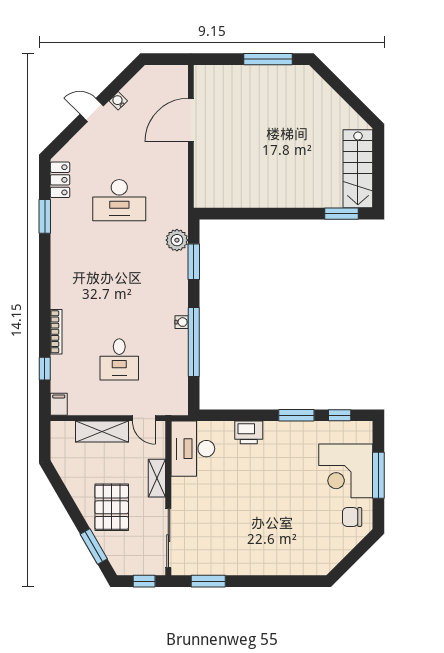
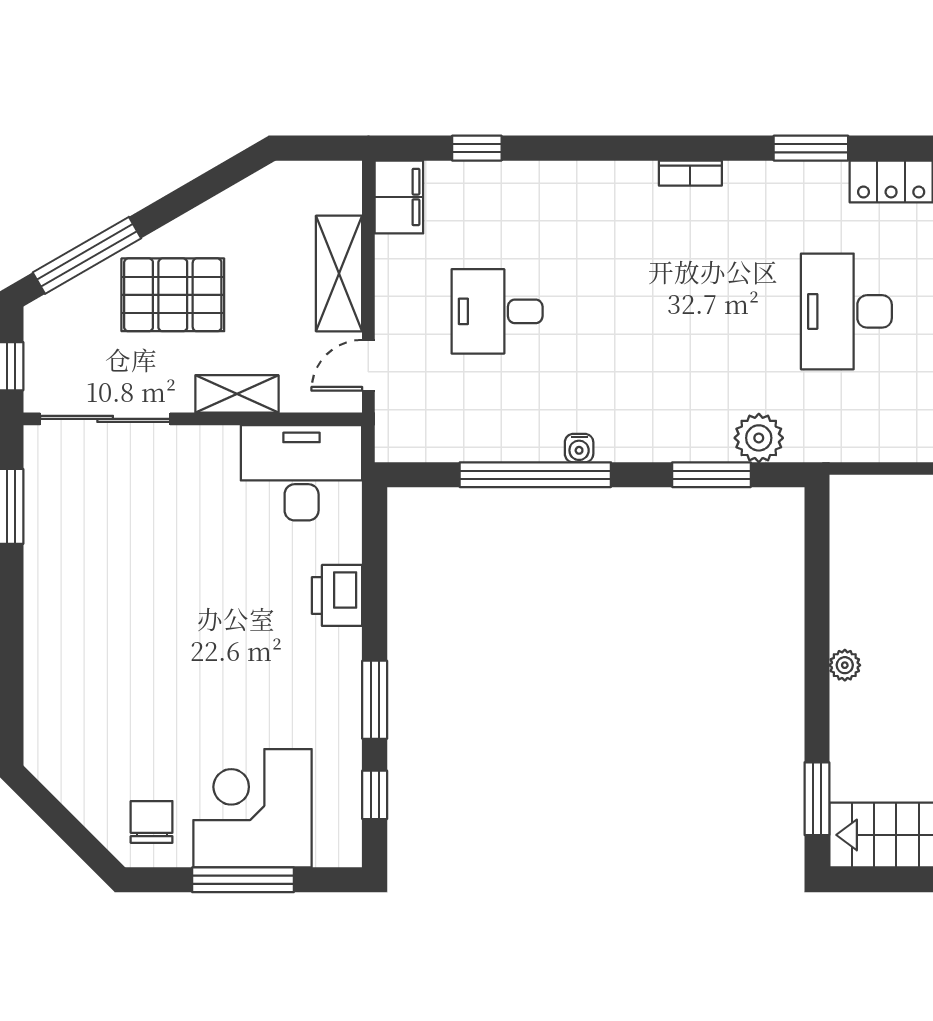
plant: (281, 201) -> (845, 665), added
bookcase: (56, 332) -> (690, 173), moved, width x0.64
filing cabinet: (59, 404) -> (399, 197), width x2.00
window: (94, 546) -> (87, 255), width x1.44

